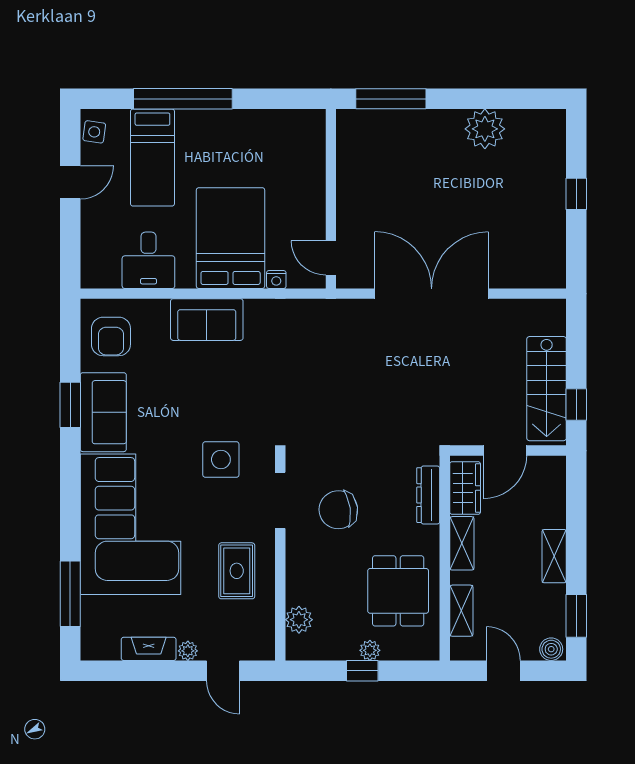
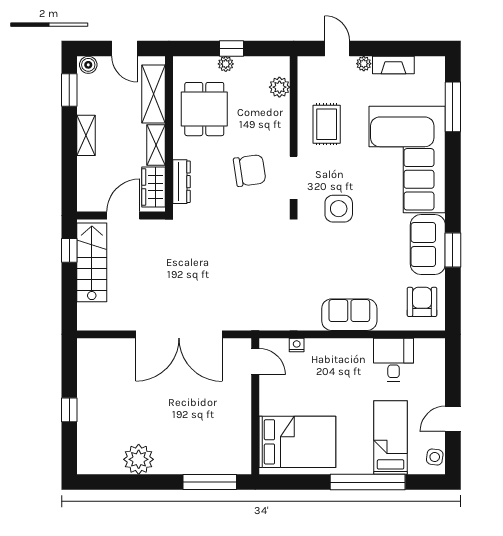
bed: (231, 238) -> (297, 442), moved, turned -90
shelving: (461, 611) -> (153, 94), width x1.50, depth x1.33

